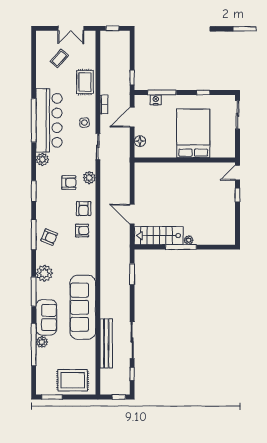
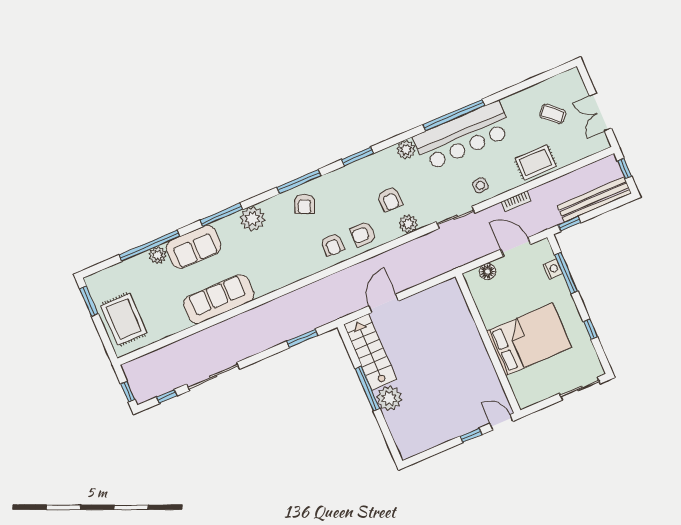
plant: (189, 240) -> (389, 398), width x1.87, depth x1.87
sofa: (83, 307) -> (219, 299), width x0.74, depth x0.79
bench: (106, 343) -> (594, 200), moved

